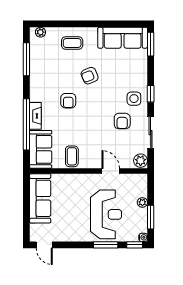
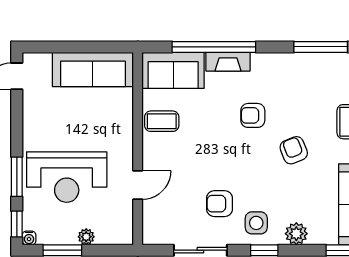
plant: (141, 161) -> (296, 234), moved

